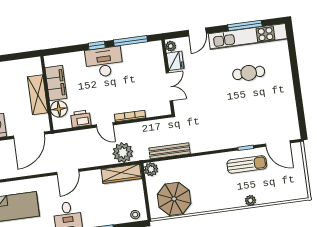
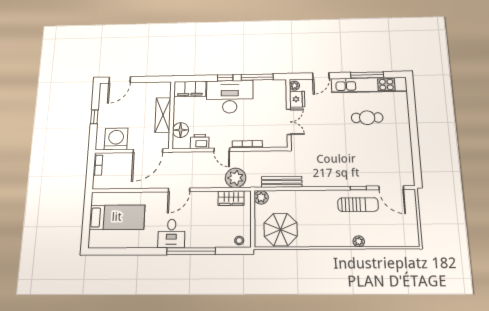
desk: (104, 62) -> (230, 97), width x1.36, depth x1.30
filing cabinet: (56, 83) -> (190, 89), moved, turned 90
wardrobe: (121, 174) -> (231, 198), width x0.67

